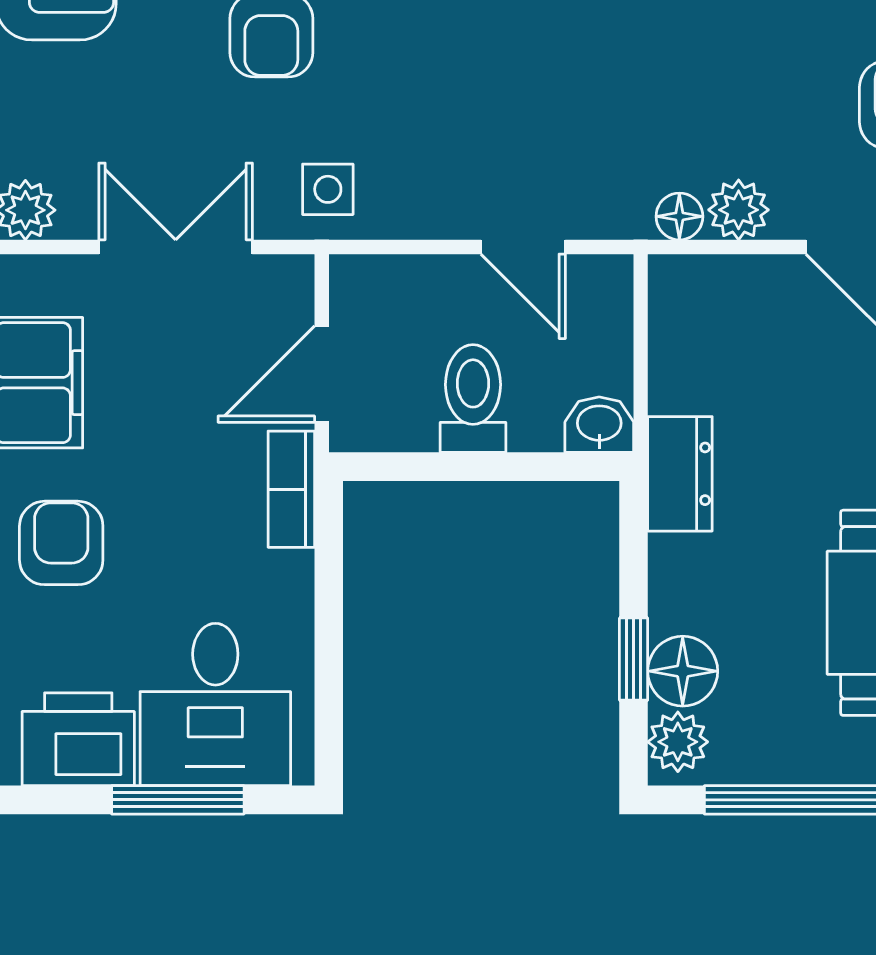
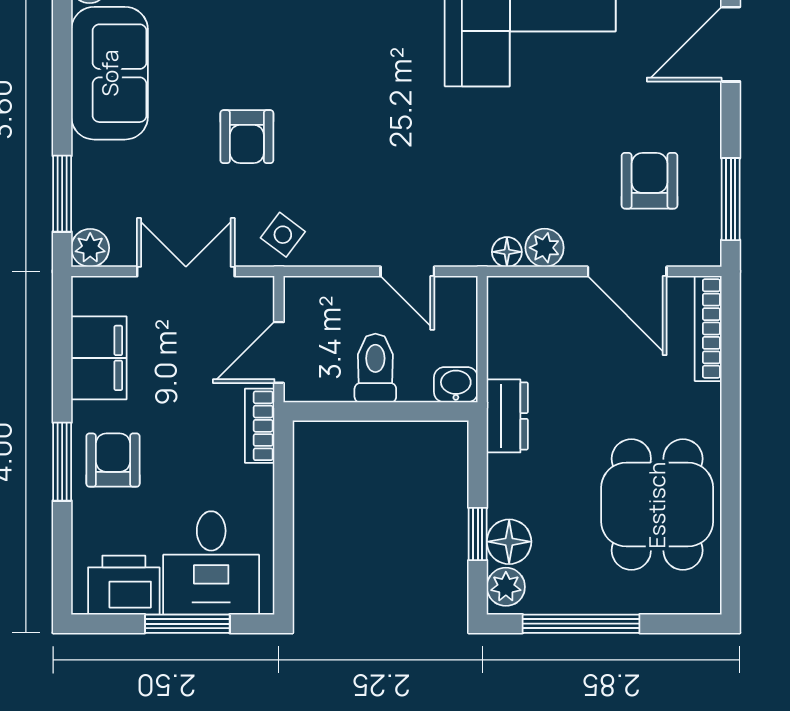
side table: (328, 189) -> (283, 235), turned 37

